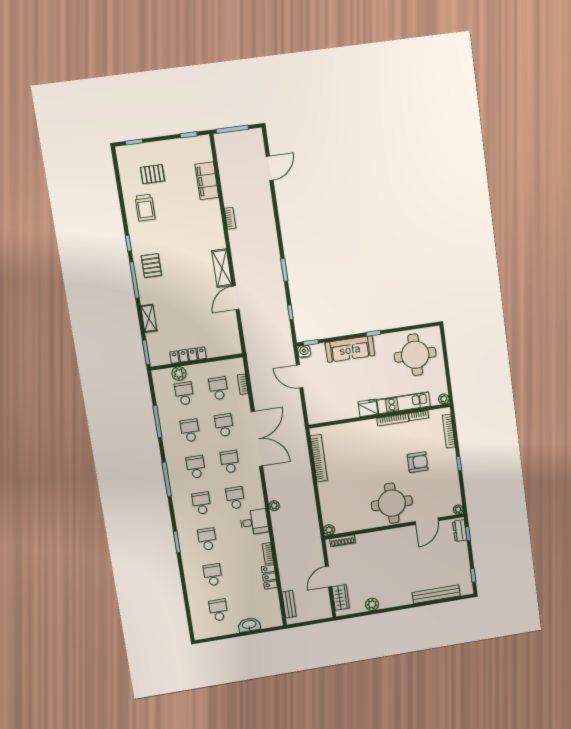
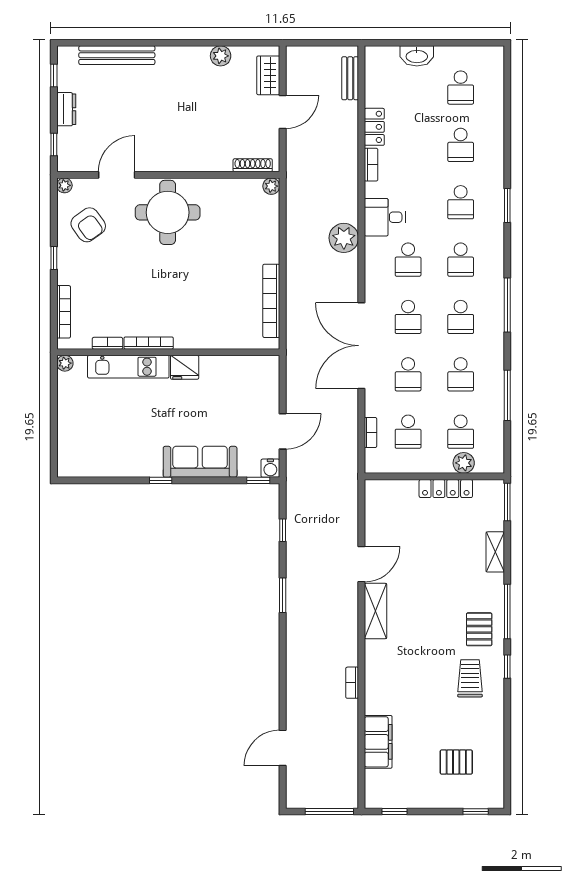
trolley: (145, 208) -> (470, 678), moved
round table: (415, 355) -> (101, 438), removed
door: (300, 376) -> (283, 431), hinge flipped
armchair: (418, 462) -> (88, 225), moved, turned -126
plant: (274, 506) -> (344, 238), width x1.88, depth x1.88
dresser: (460, 531) -> (66, 109), moved

